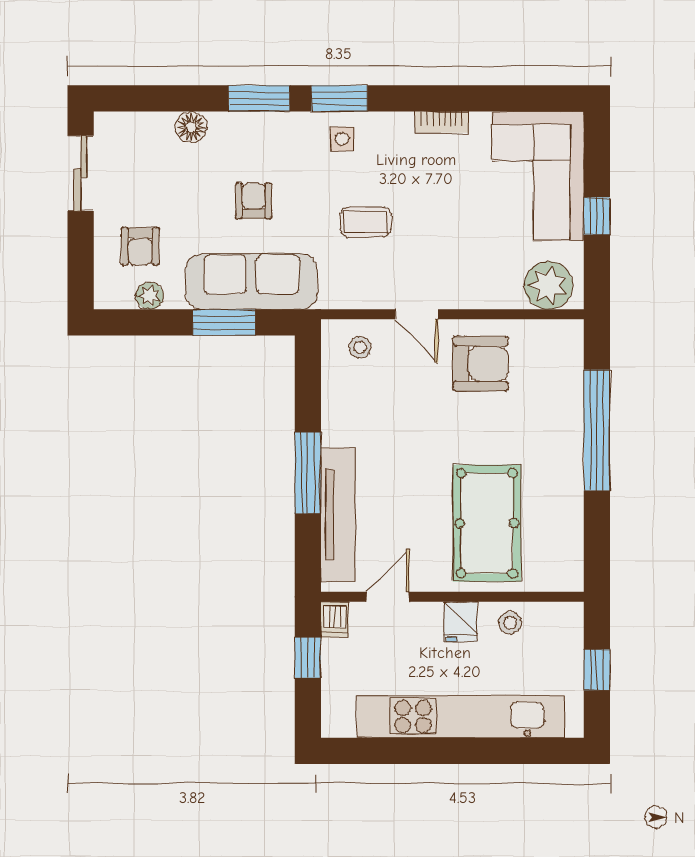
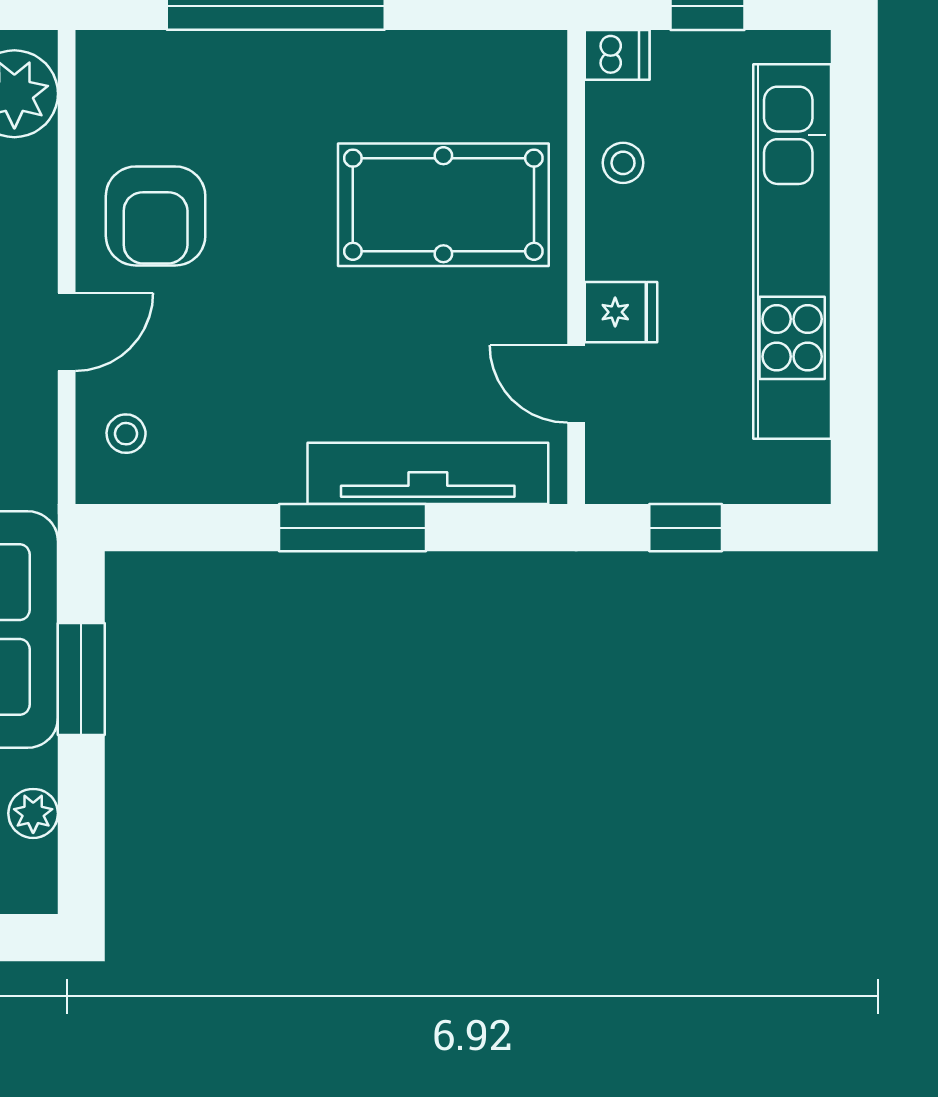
armchair: (481, 364) -> (156, 216), turned 180
dishwasher: (335, 619) -> (617, 55), moved
fridge: (461, 622) -> (621, 312), moved

